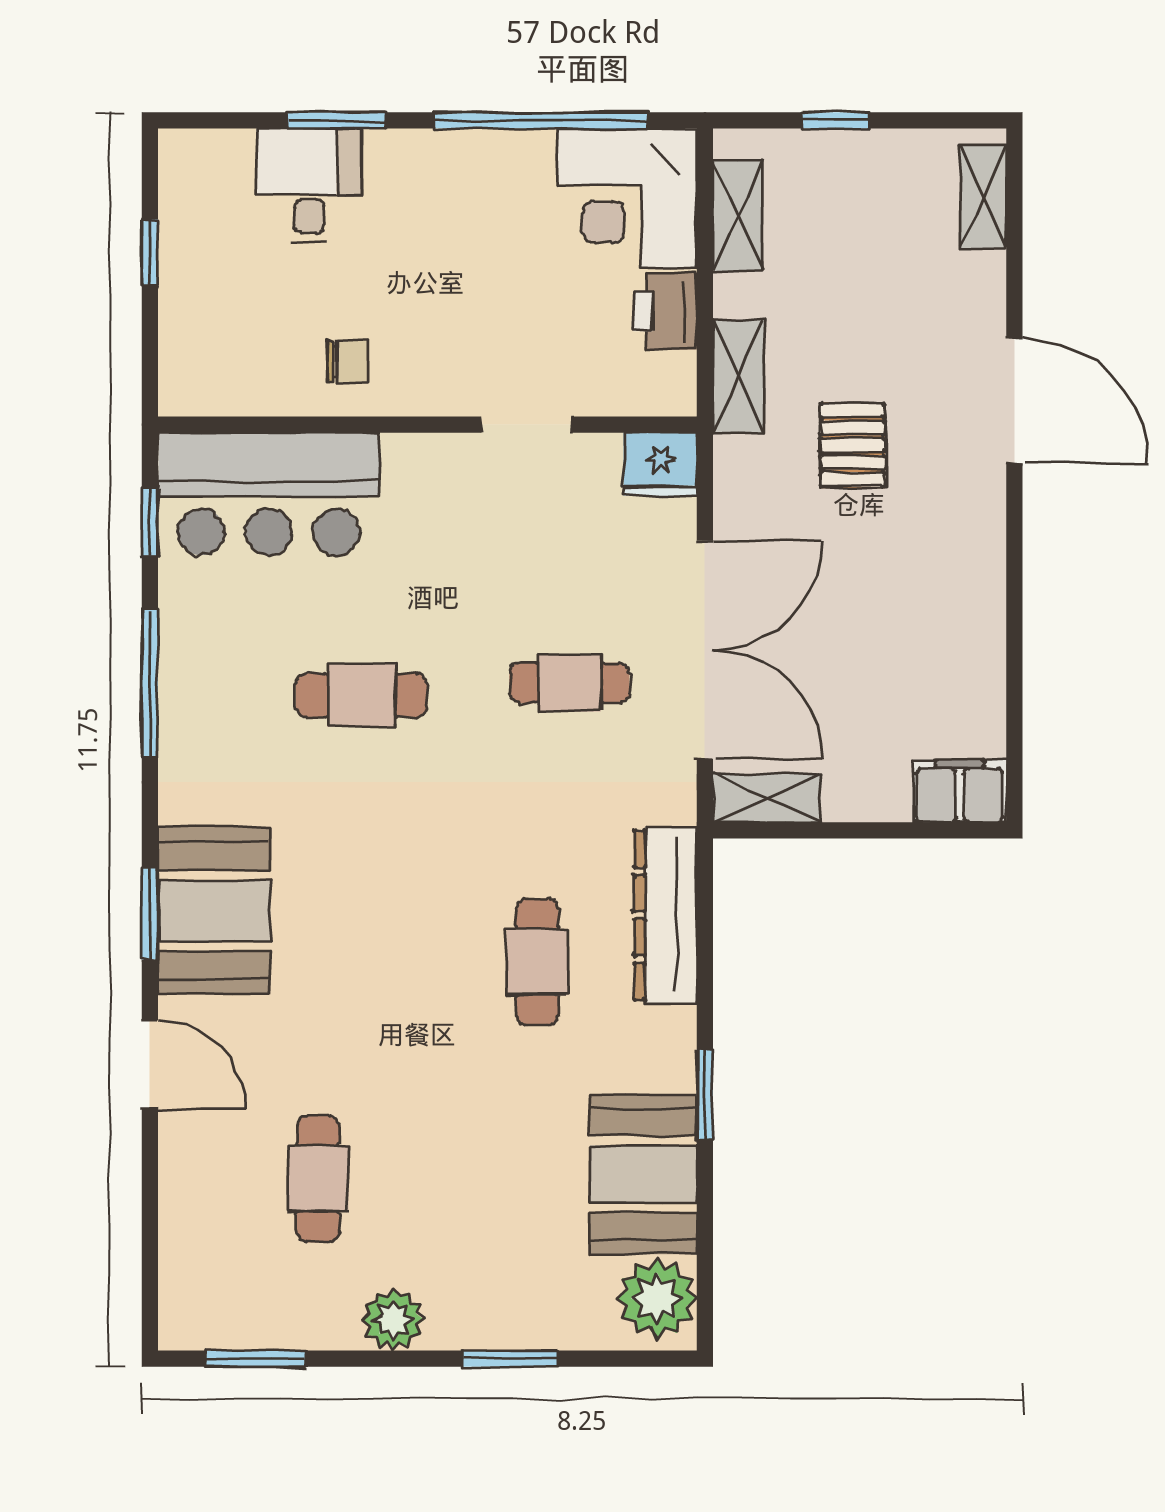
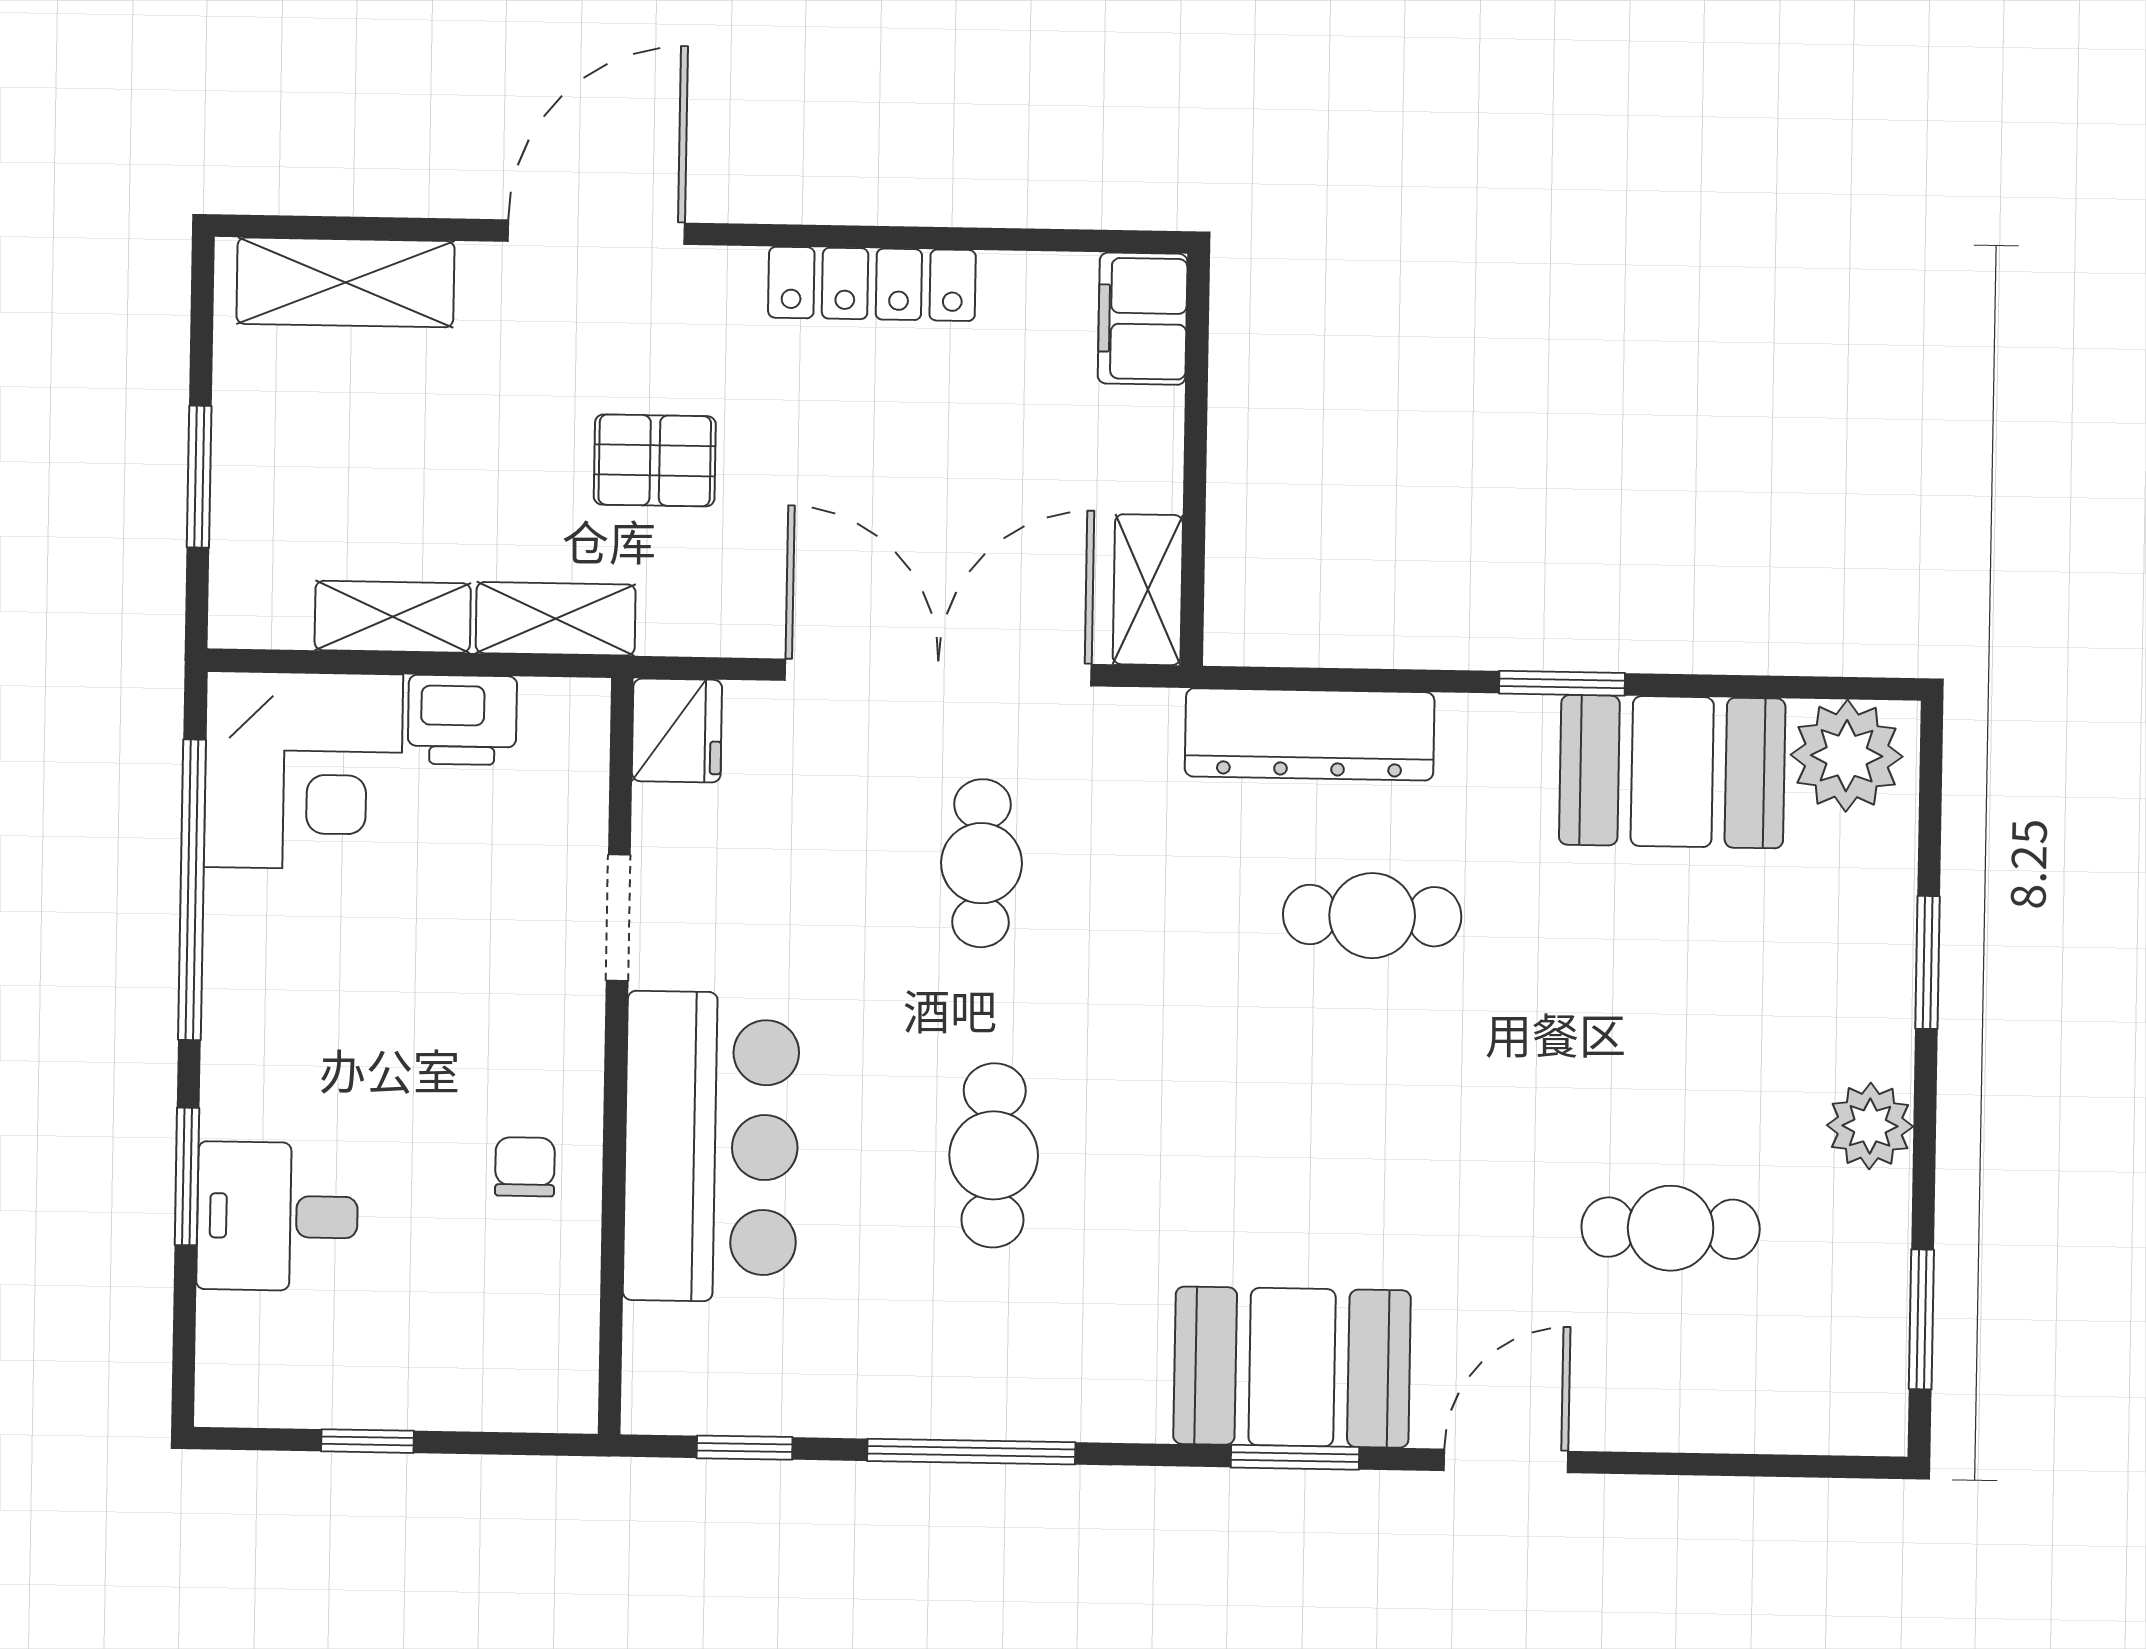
window: (835, 120) -> (199, 477), width x1.50
shelving: (983, 197) -> (345, 282), width x1.50, depth x1.33
shelving: (738, 216) -> (393, 617), moved
bar counter: (269, 494) -> (711, 1147), moved
locker: (981, 598) -> (872, 284), added

